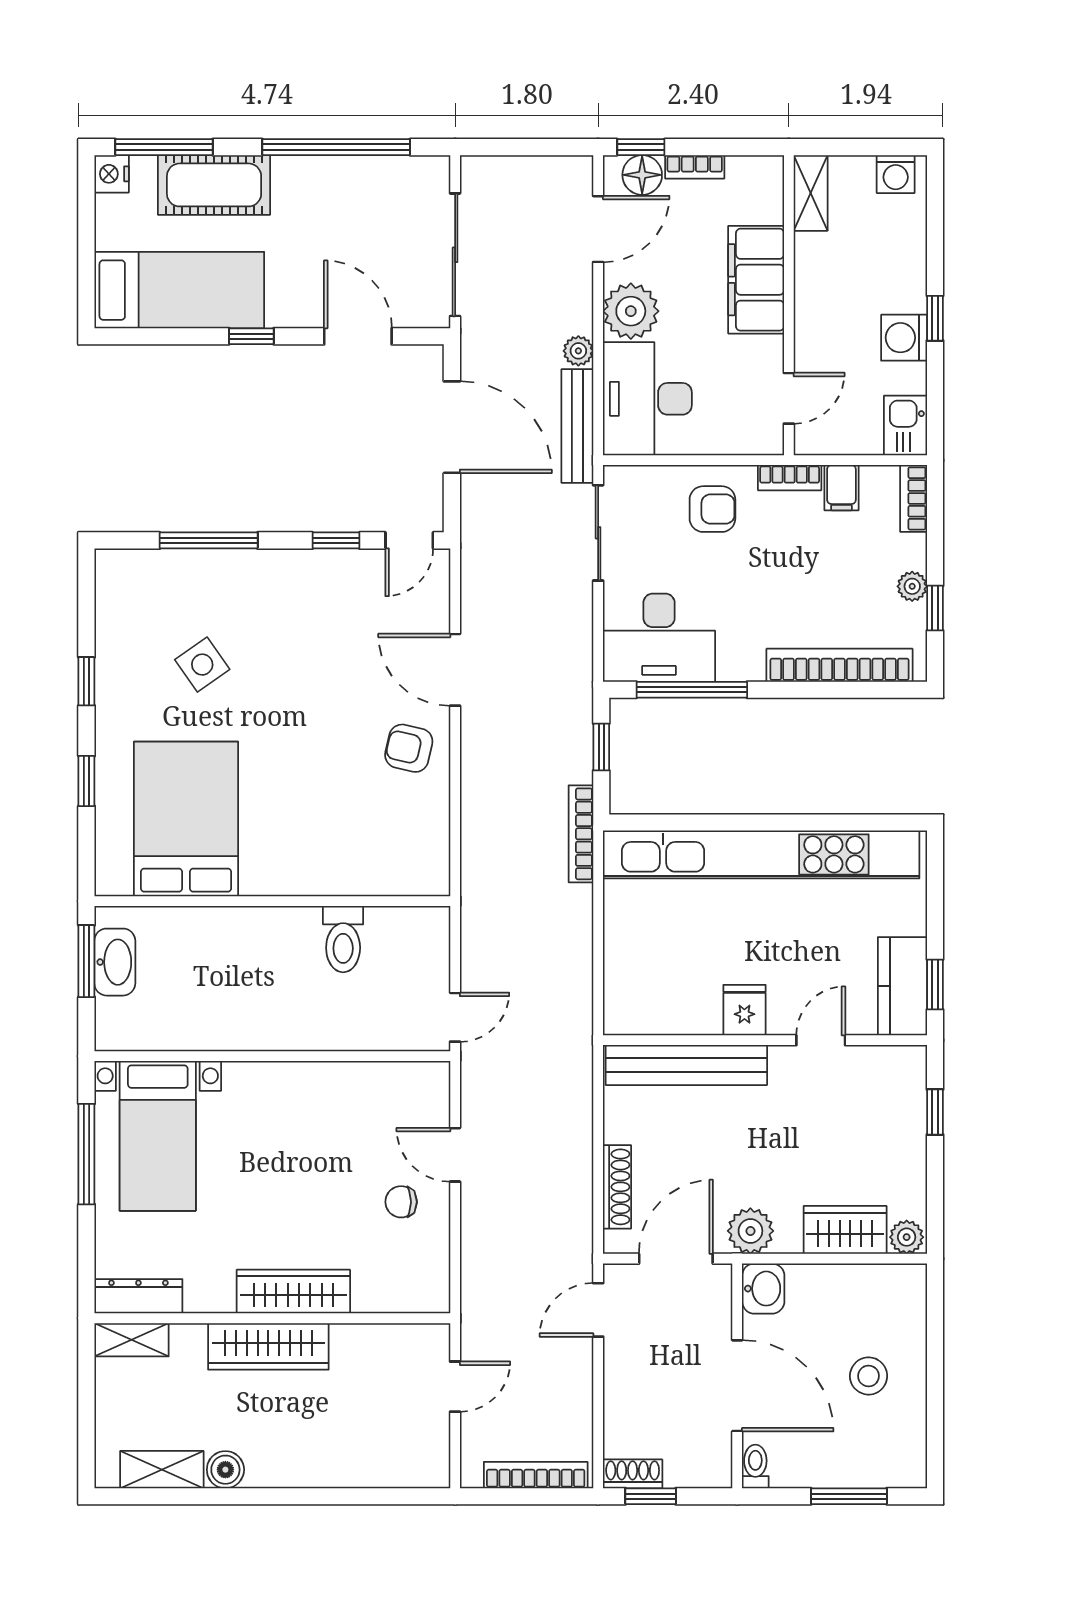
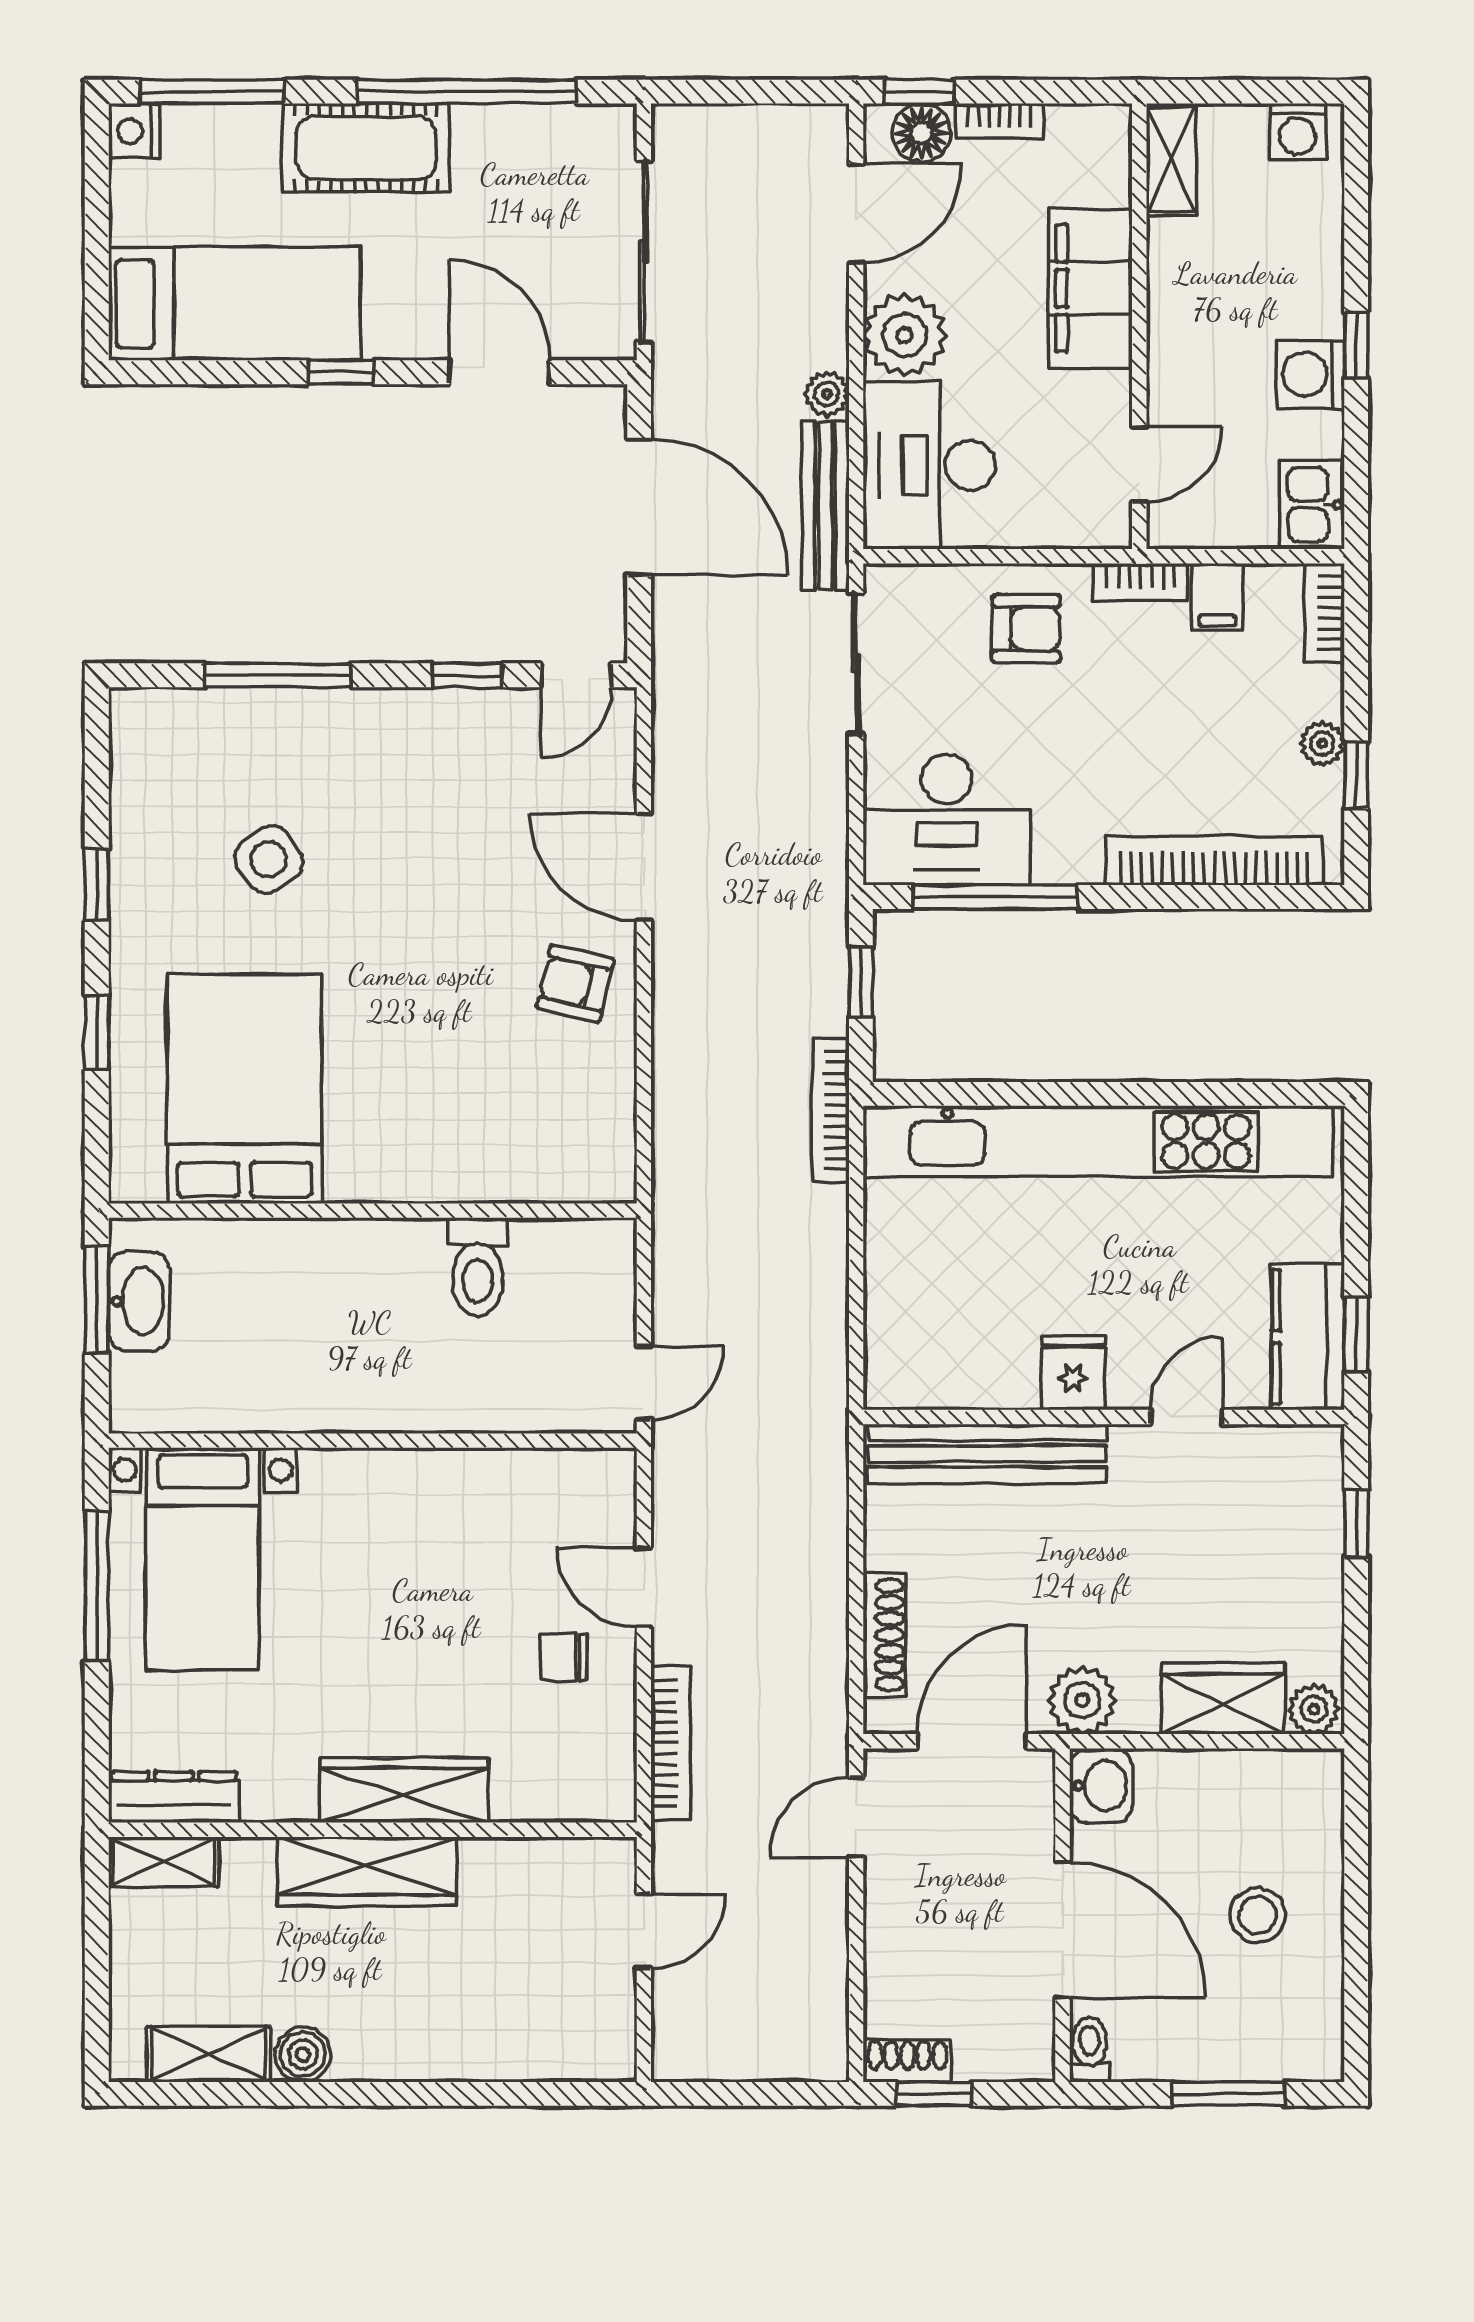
cot: (214, 185) -> (366, 148), moved
bookcase: (536, 1475) -> (671, 1743), moved, turned 90

